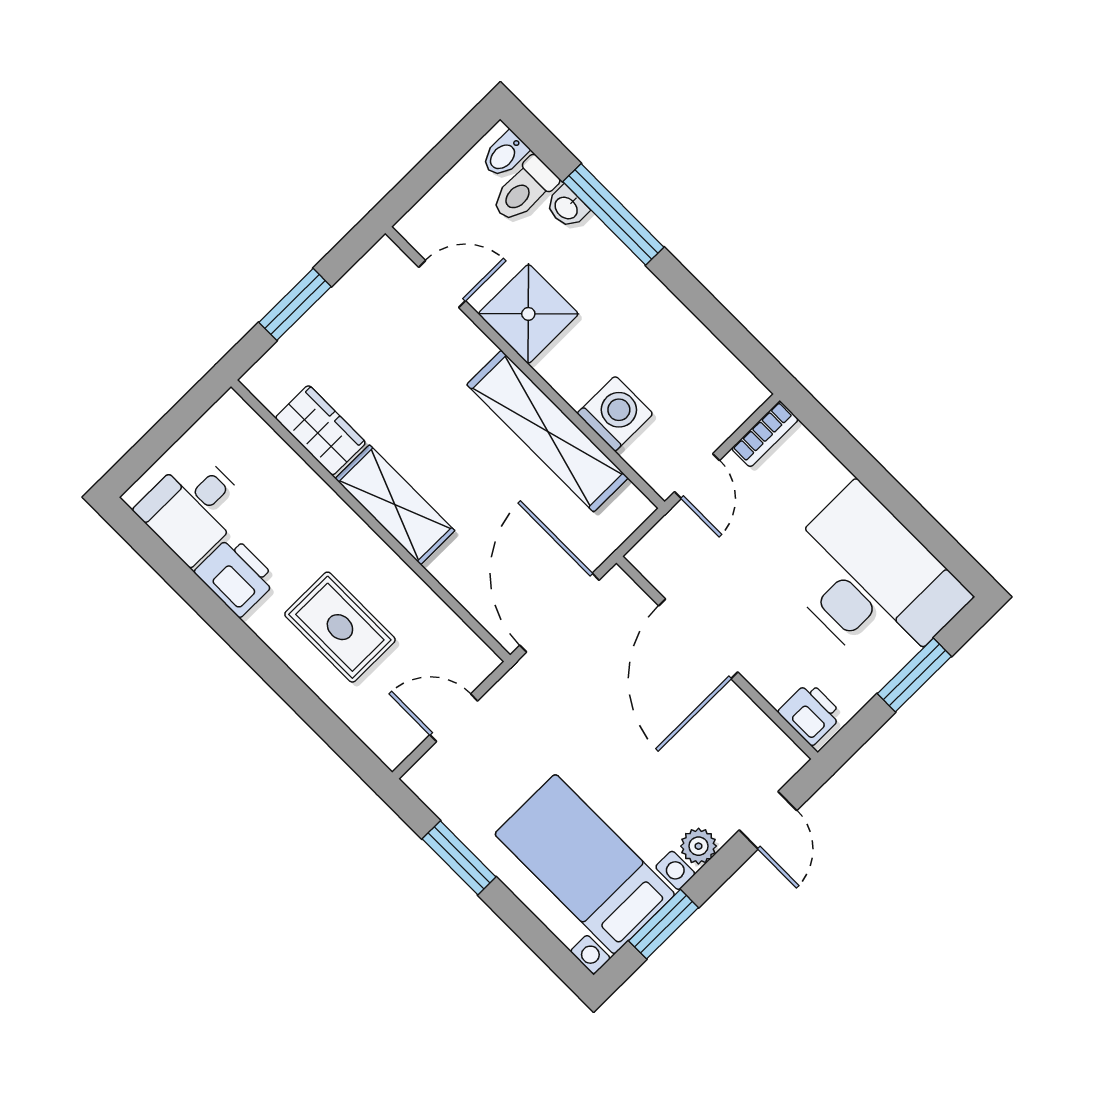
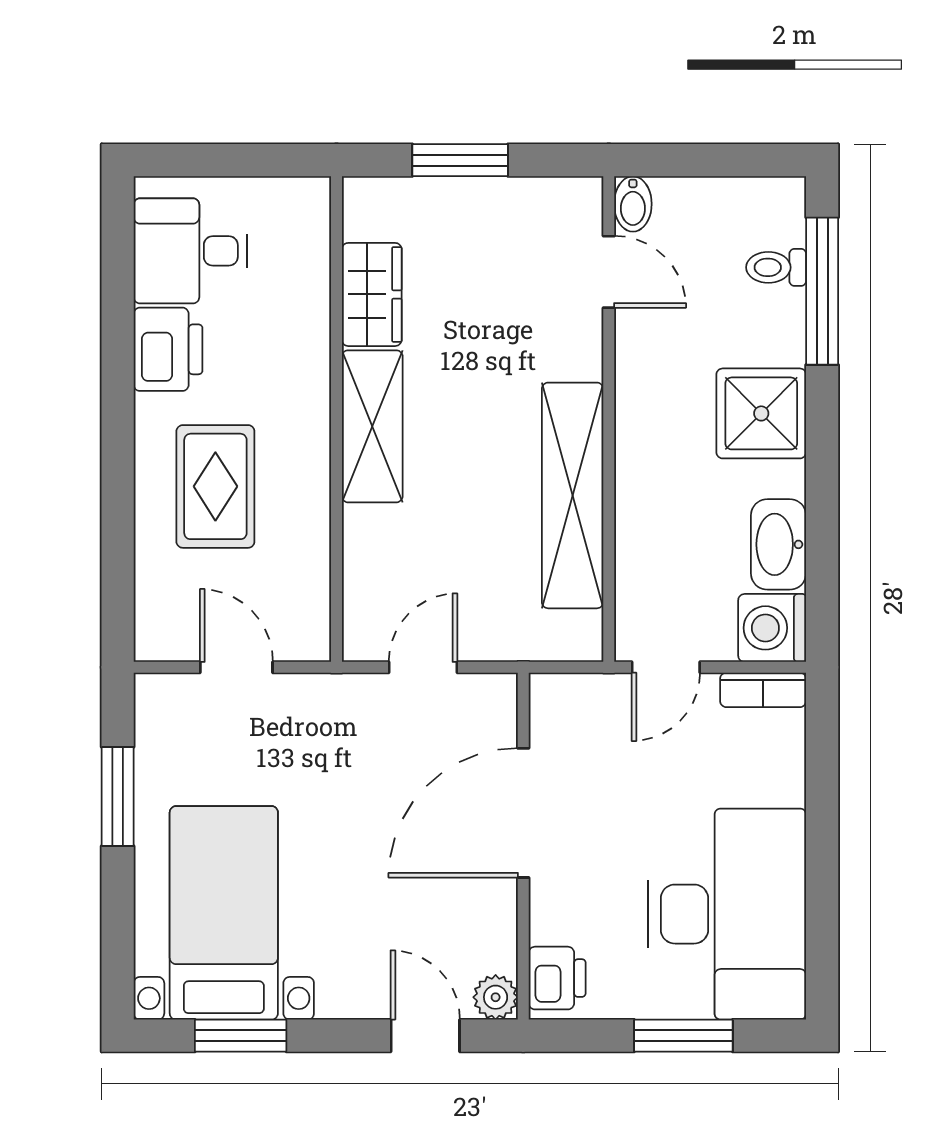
bidet: (505, 155) -> (633, 204), moved, turned -90
toilet: (524, 190) -> (776, 267), width x0.73, depth x0.72
washbasin: (567, 207) -> (779, 544), moved, width x1.91, depth x1.45
window: (613, 214) -> (822, 291), moved
shower: (528, 314) -> (761, 413), moved
washing machine: (615, 414) -> (772, 628), moved, turned 180
door: (559, 613) -> (423, 667), width x0.53
door: (768, 820) -> (425, 1036), swing flipped
plant: (698, 846) -> (496, 997), moved

